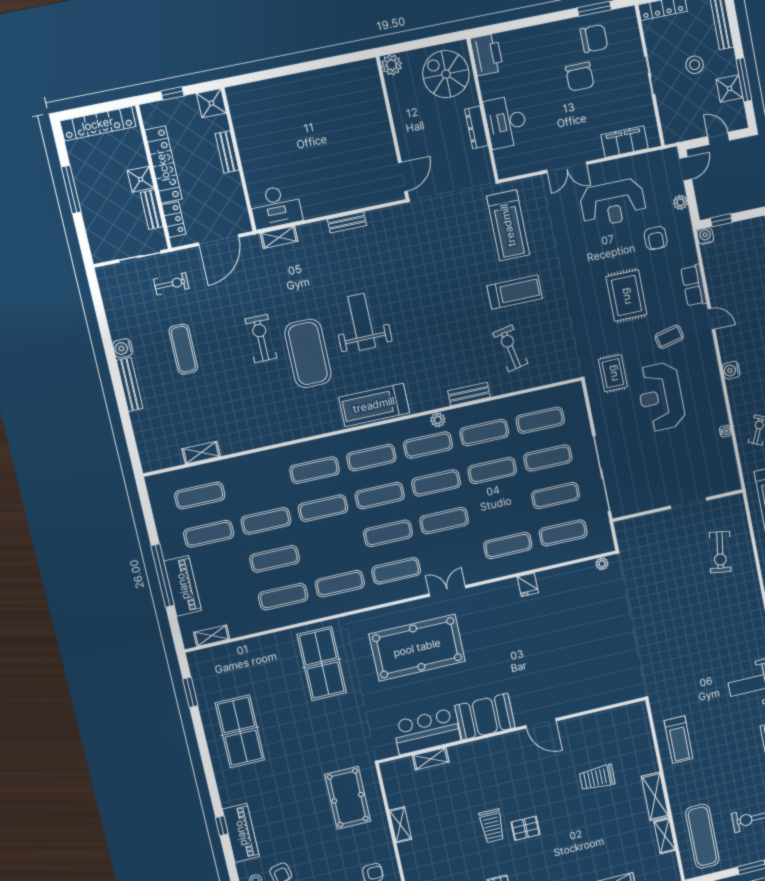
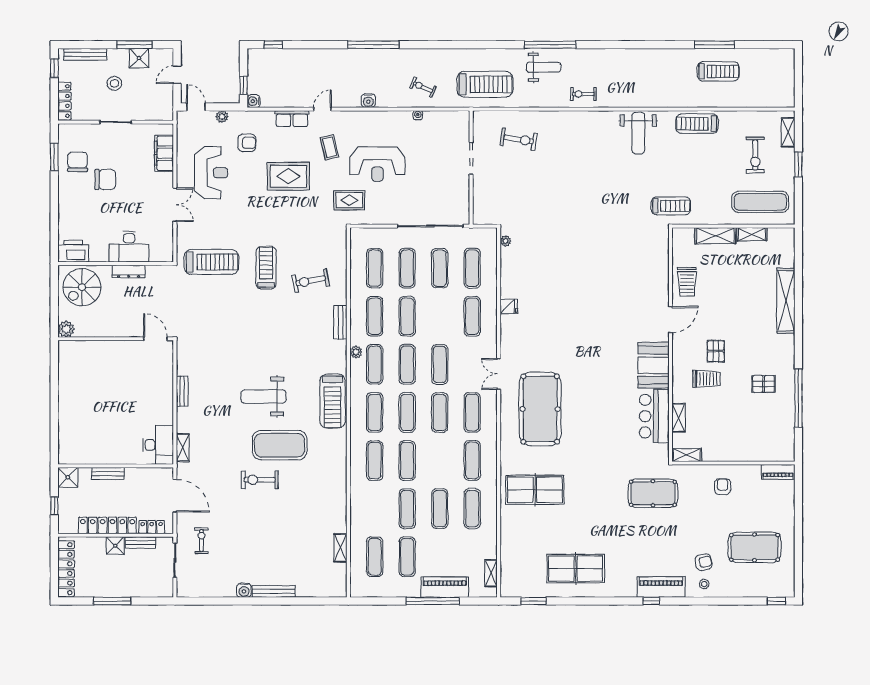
exercise mat: (183, 349) -> (255, 543), removed
booth: (485, 717) -> (654, 365), moved
door: (541, 723) -> (671, 320), moved
wall: (513, 730) -> (671, 345), moved
bar counter: (427, 731) -> (654, 416), moved
shelving: (431, 759) -> (679, 418), moved

